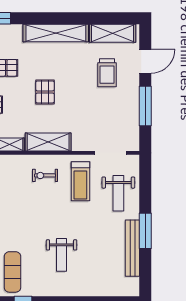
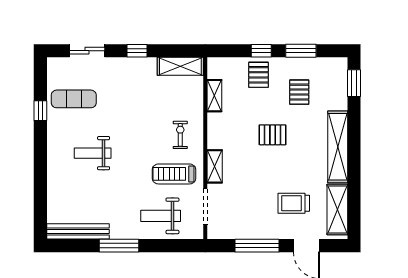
shelving: (48, 142) -> (215, 166), moved, width x0.67, depth x0.75
bench: (132, 248) -> (78, 231), moved

